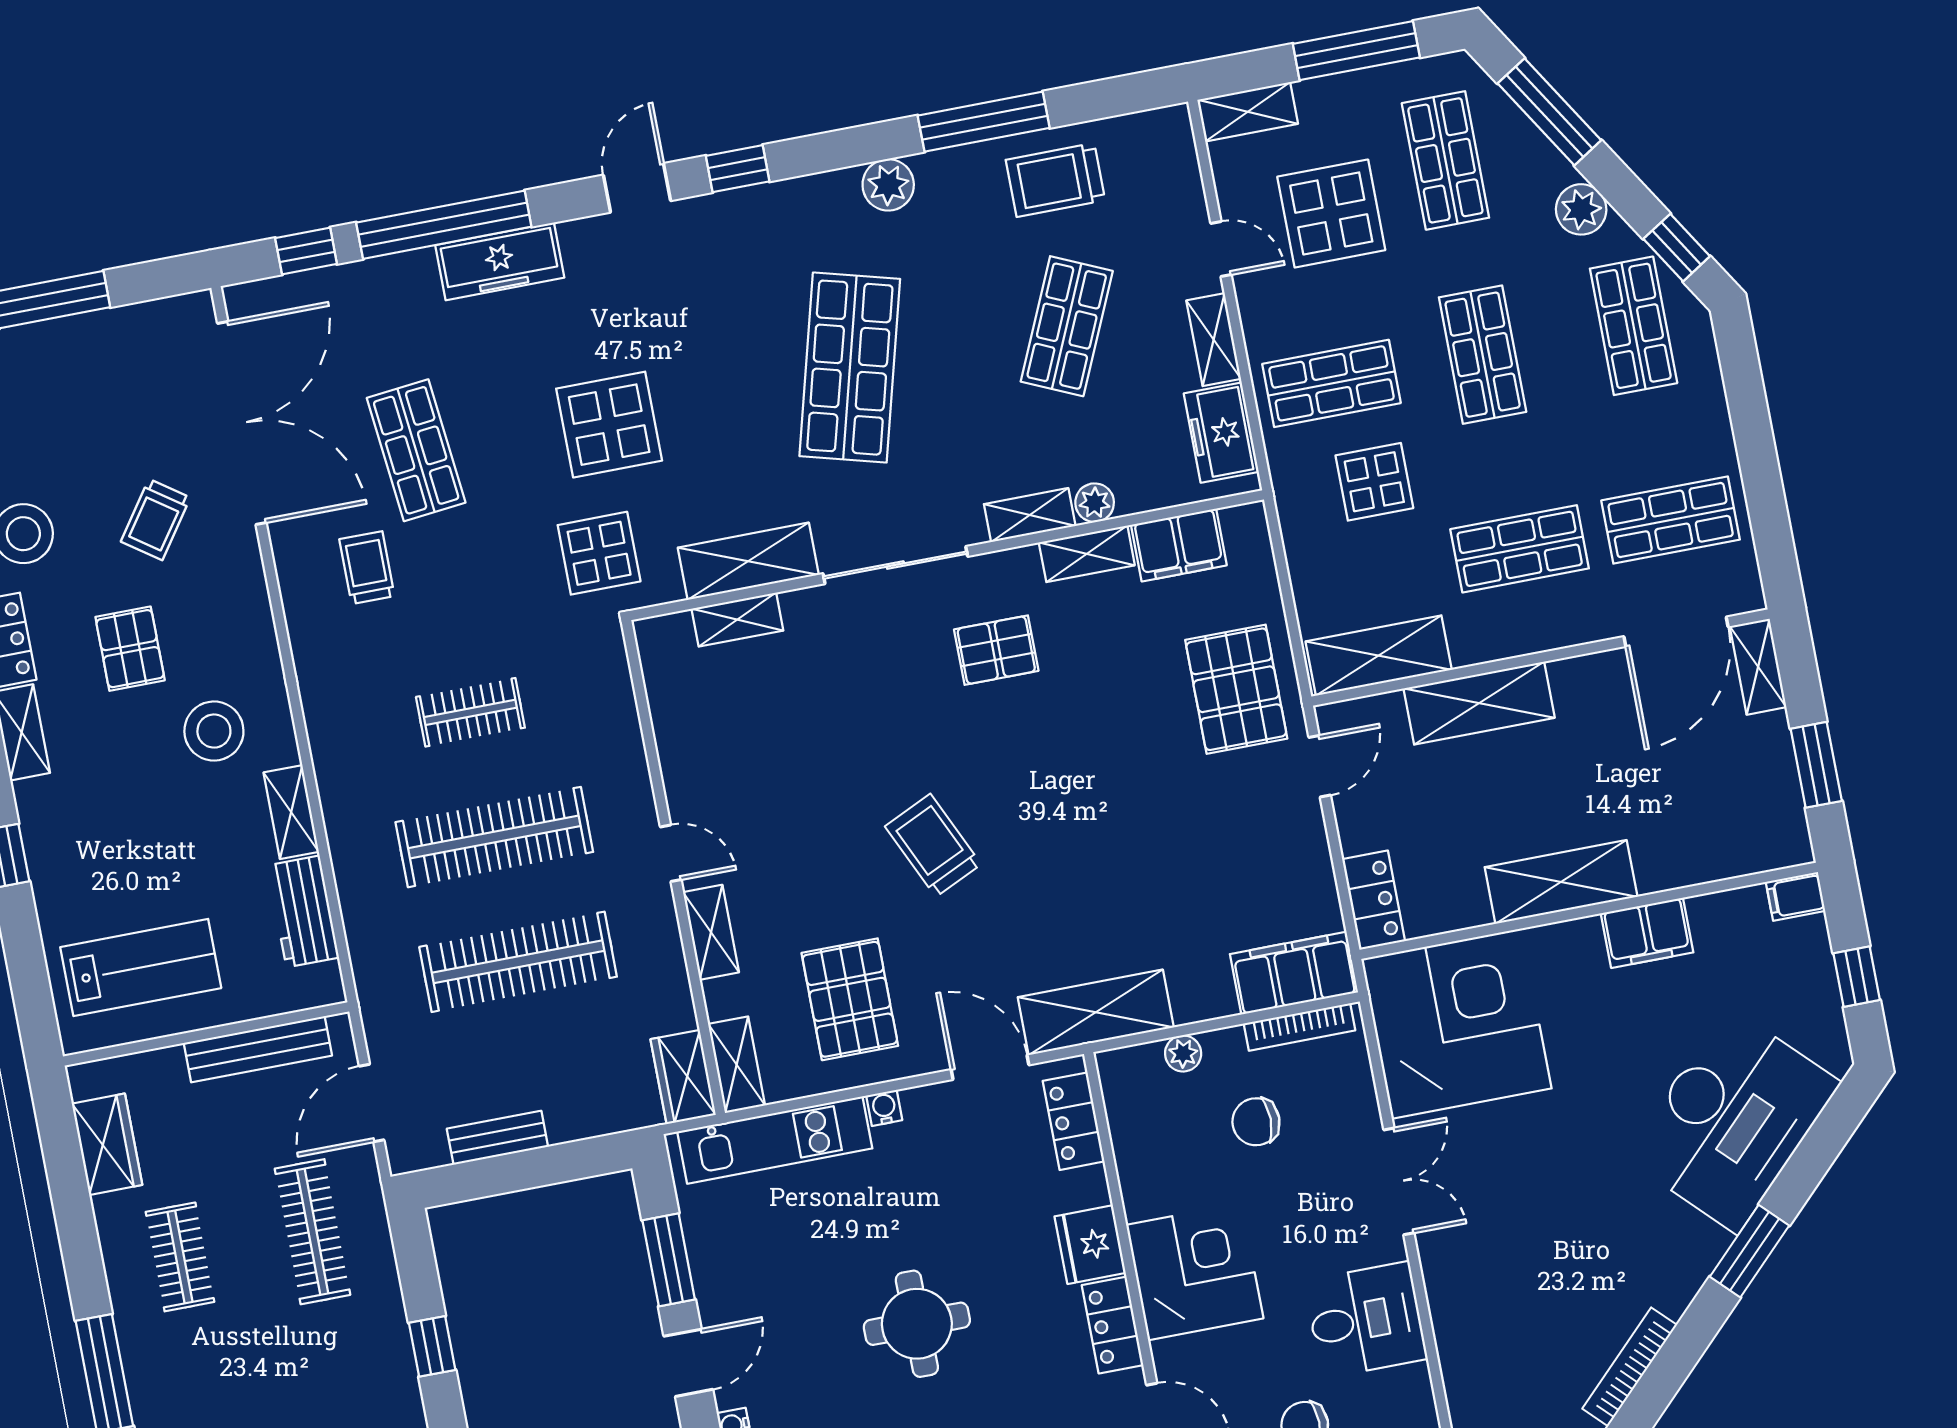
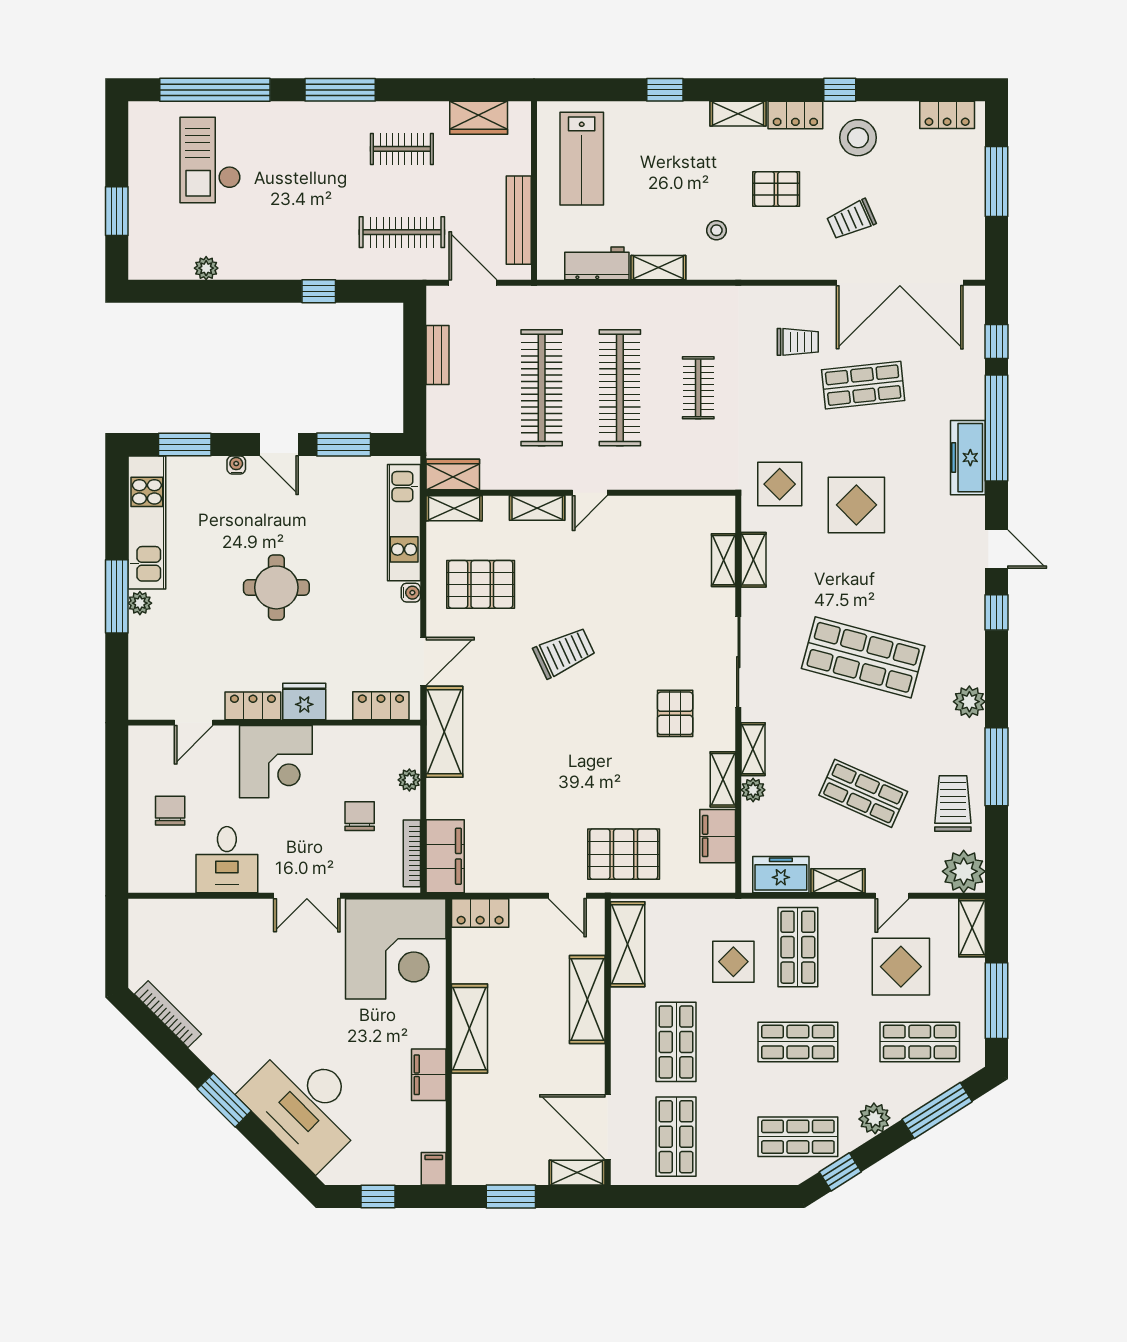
plant: (1161, 142) -> (964, 871), added
trolley: (156, 520) -> (851, 219), turned -59
shelving: (748, 561) -> (753, 560), width x0.67, depth x0.75
stool: (214, 731) -> (716, 230), width x0.53, depth x0.53

